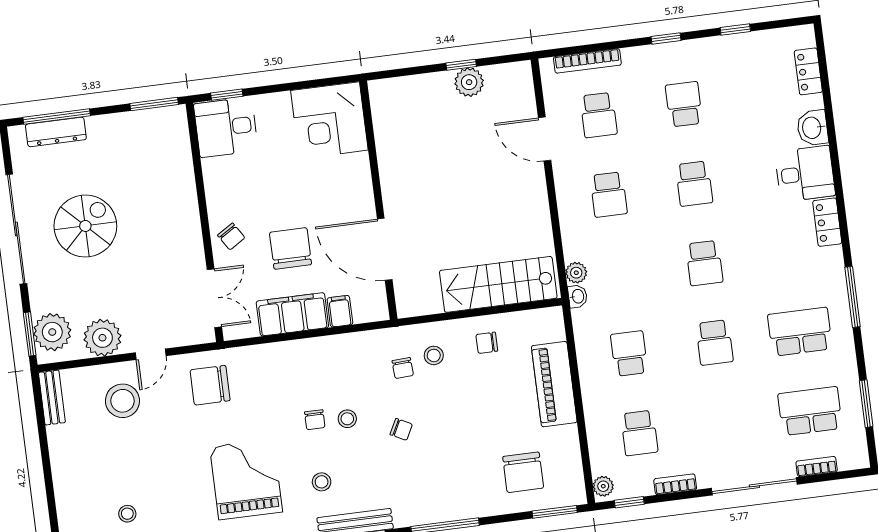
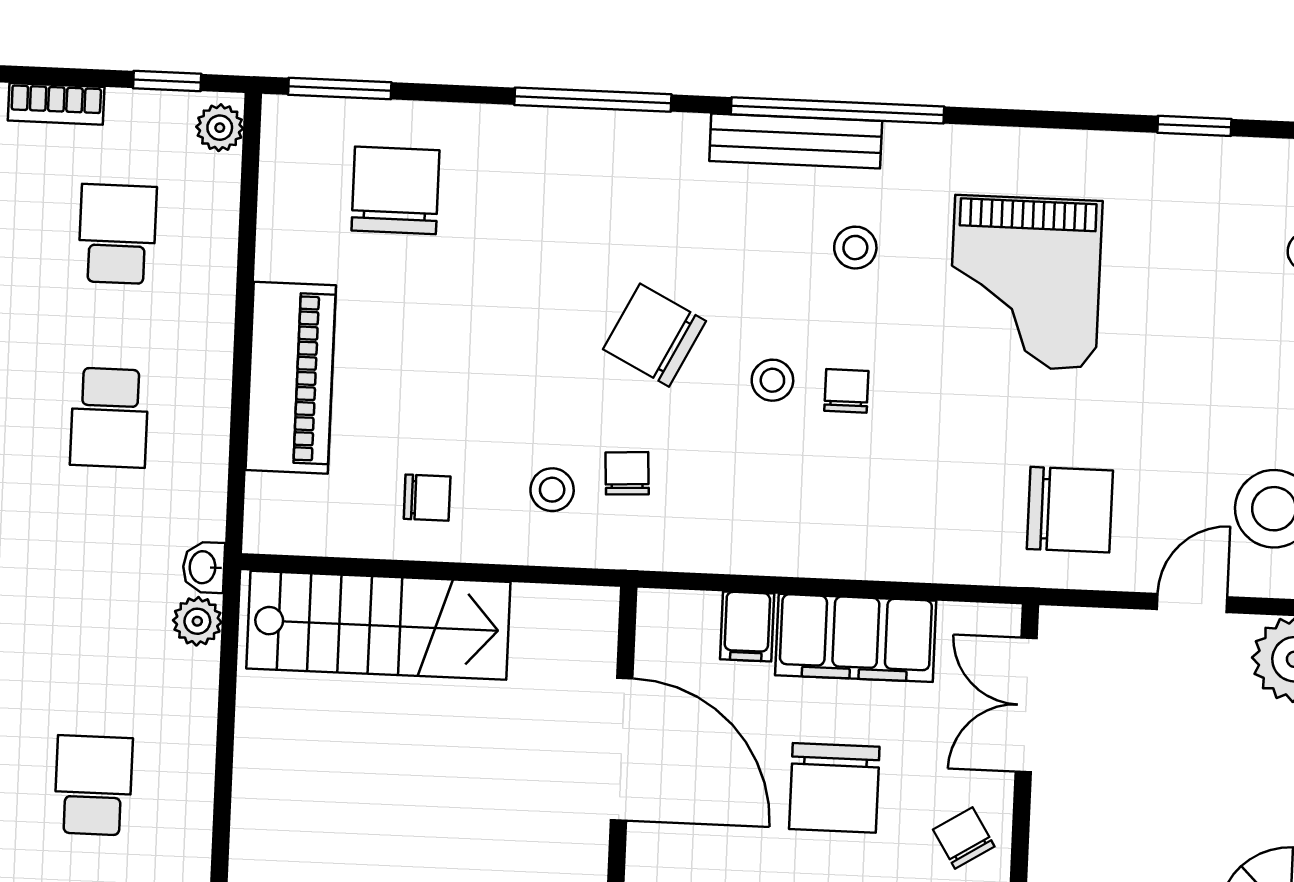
chair: (401, 429) -> (655, 335), width x1.87, depth x1.87

